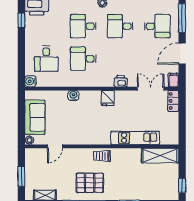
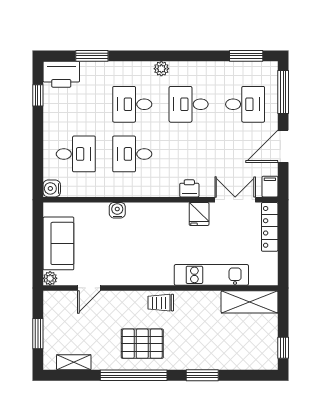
desk: (46, 59) -> (76, 154), turned -90
fridge: (108, 98) -> (199, 214), moved
locker: (173, 101) -> (270, 227), width x1.53

